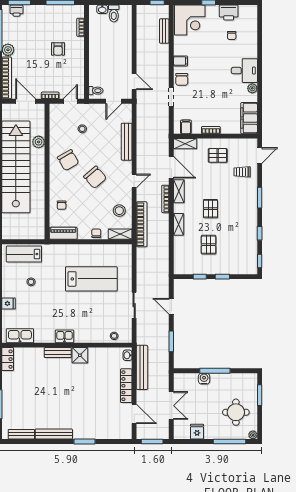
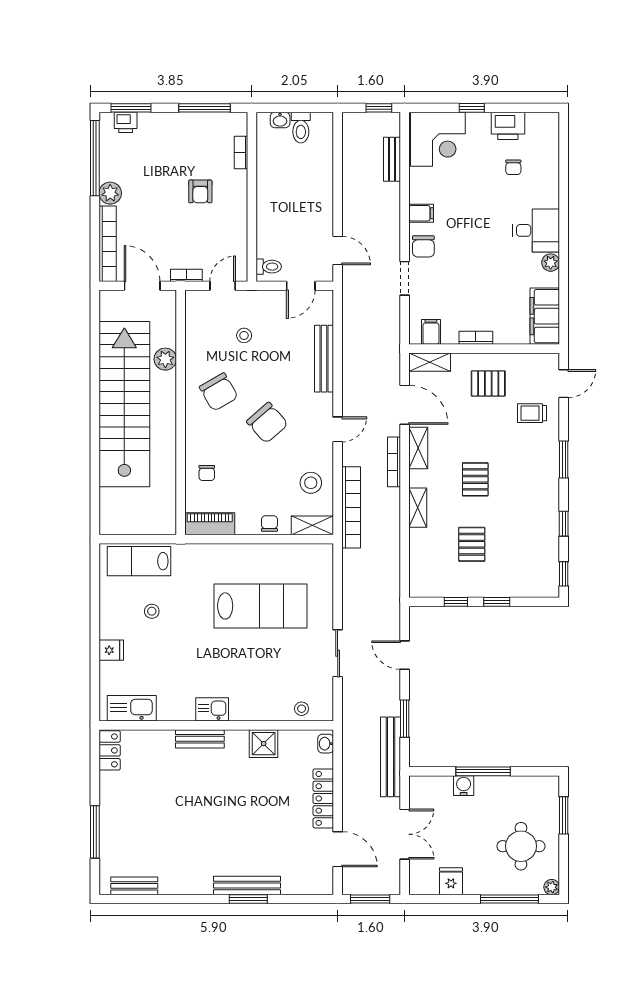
shower: (80, 355) -> (264, 744), moved
bench: (142, 367) -> (390, 757), moved
bench: (54, 434) -> (247, 886), moved

